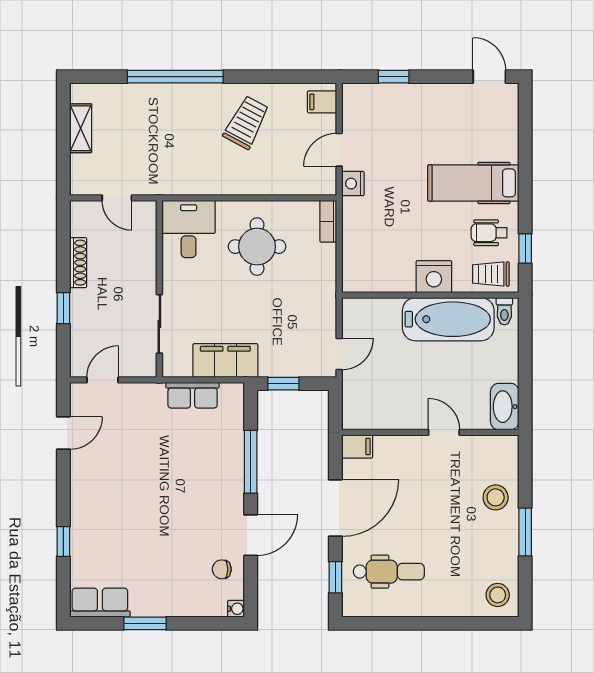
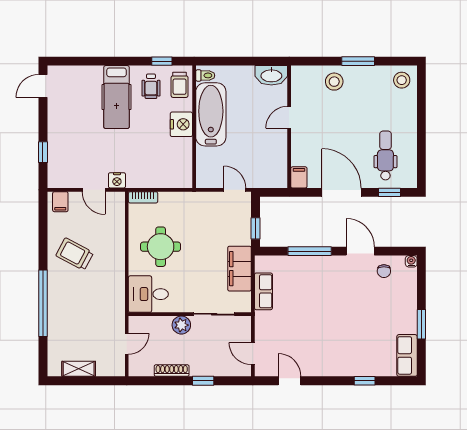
plant: (144, 277) -> (181, 325), added

